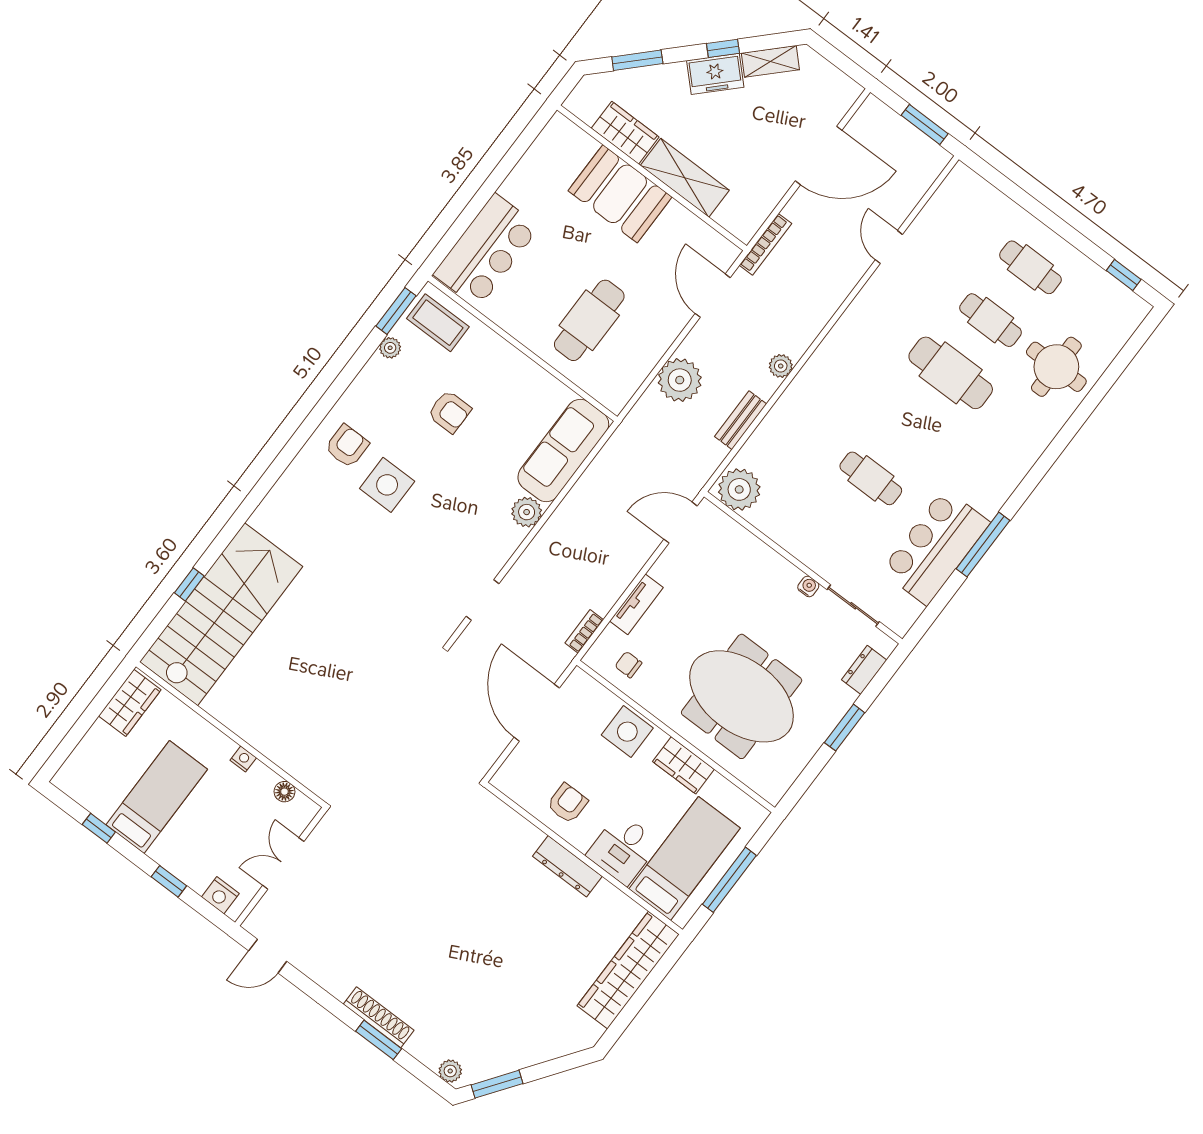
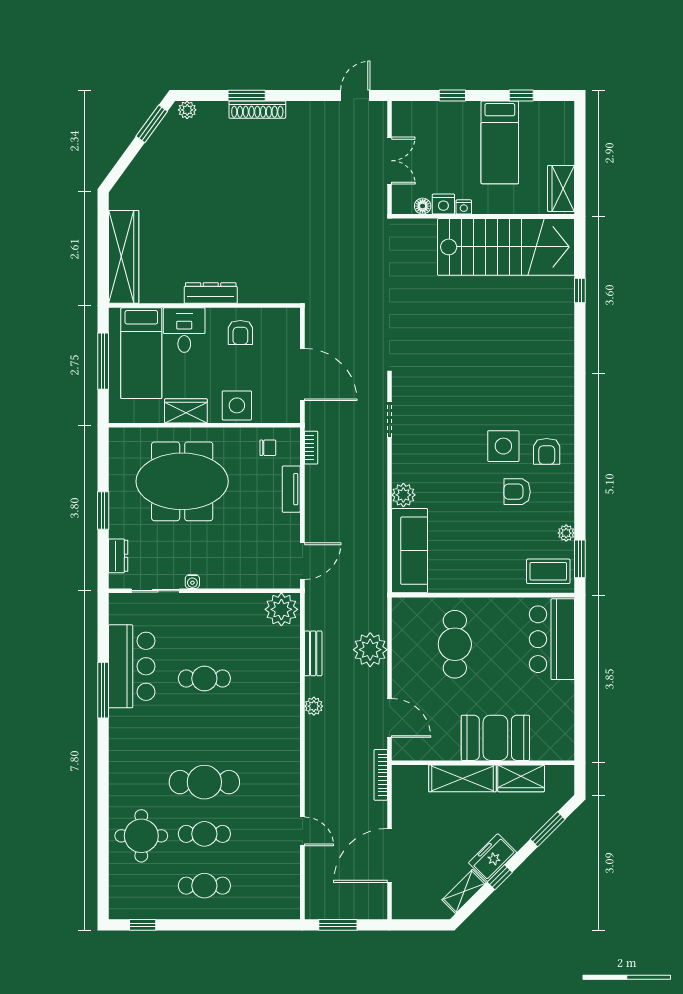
armchair: (450, 412) -> (517, 492), moved
stairs: (221, 614) -> (506, 247), moved, turned -90
nightstand: (220, 895) -> (443, 204), moved, turned 180

